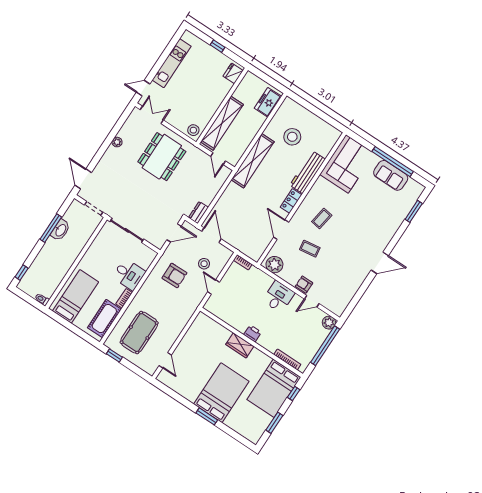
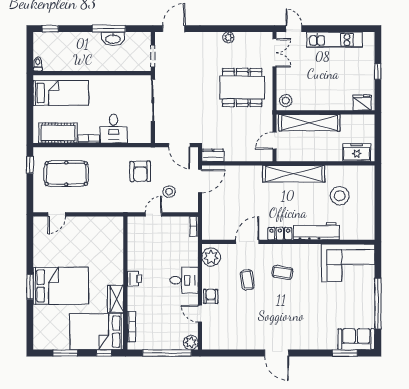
sofa: (391, 175) -> (356, 339), moved, turned 90
wardrobe: (240, 345) -> (116, 299), moved

